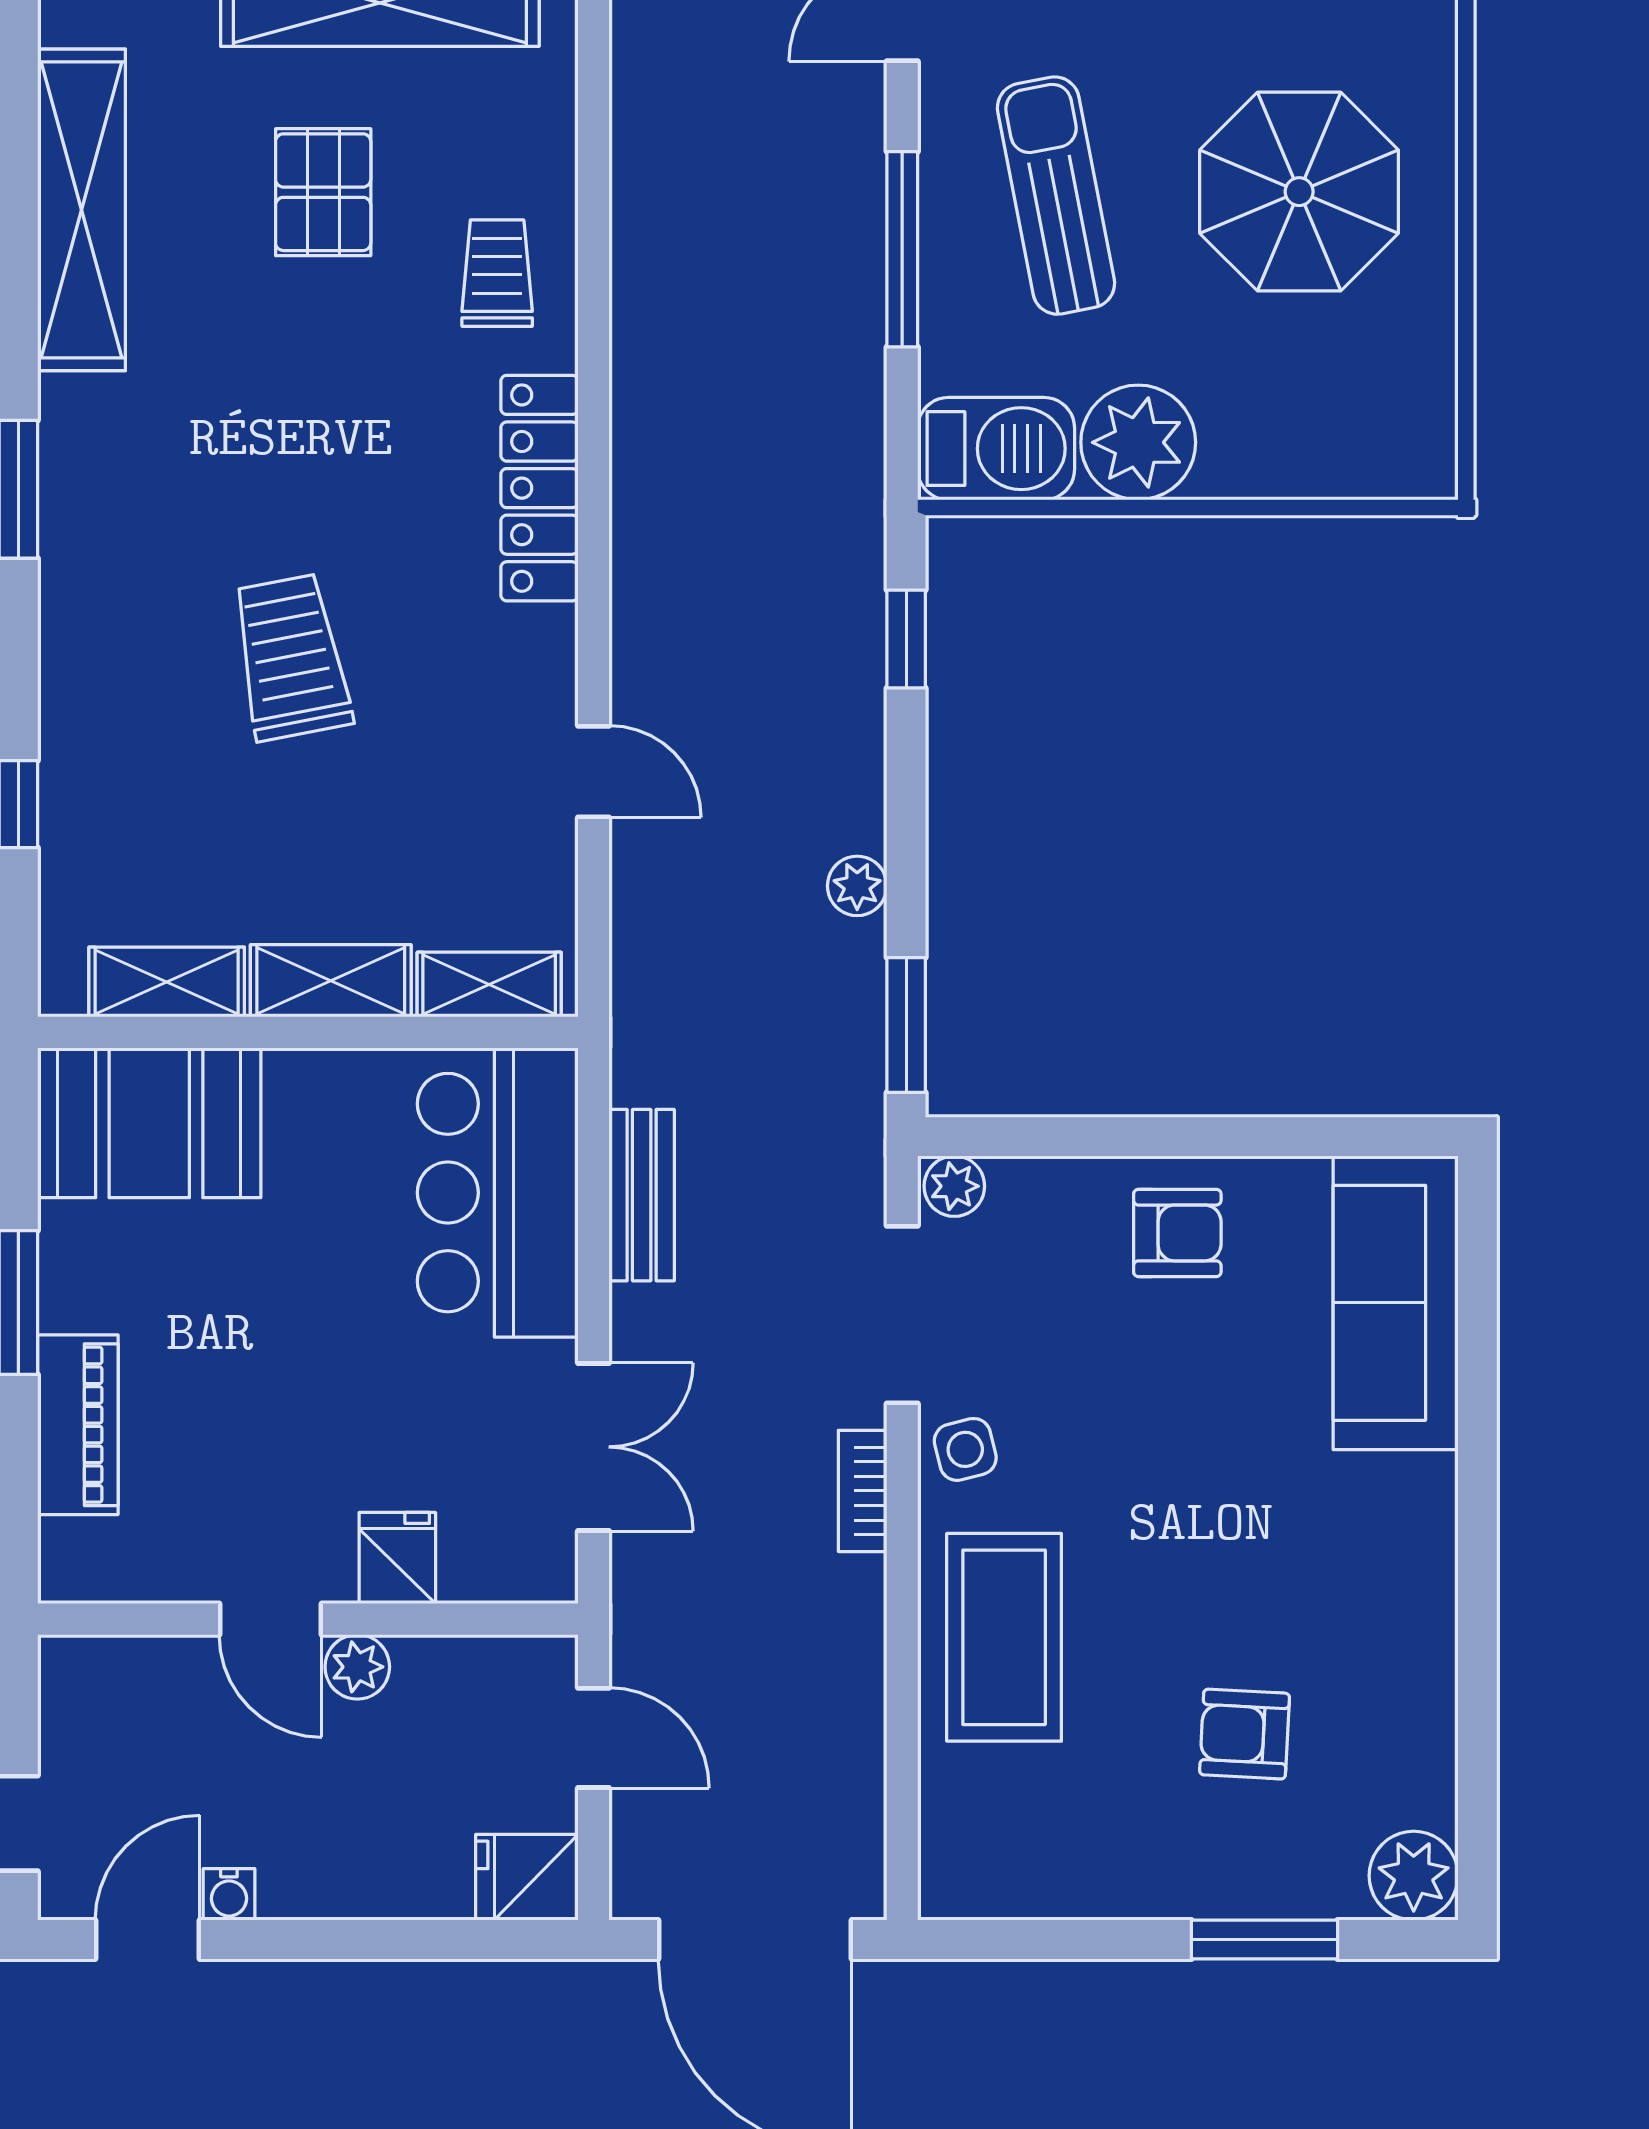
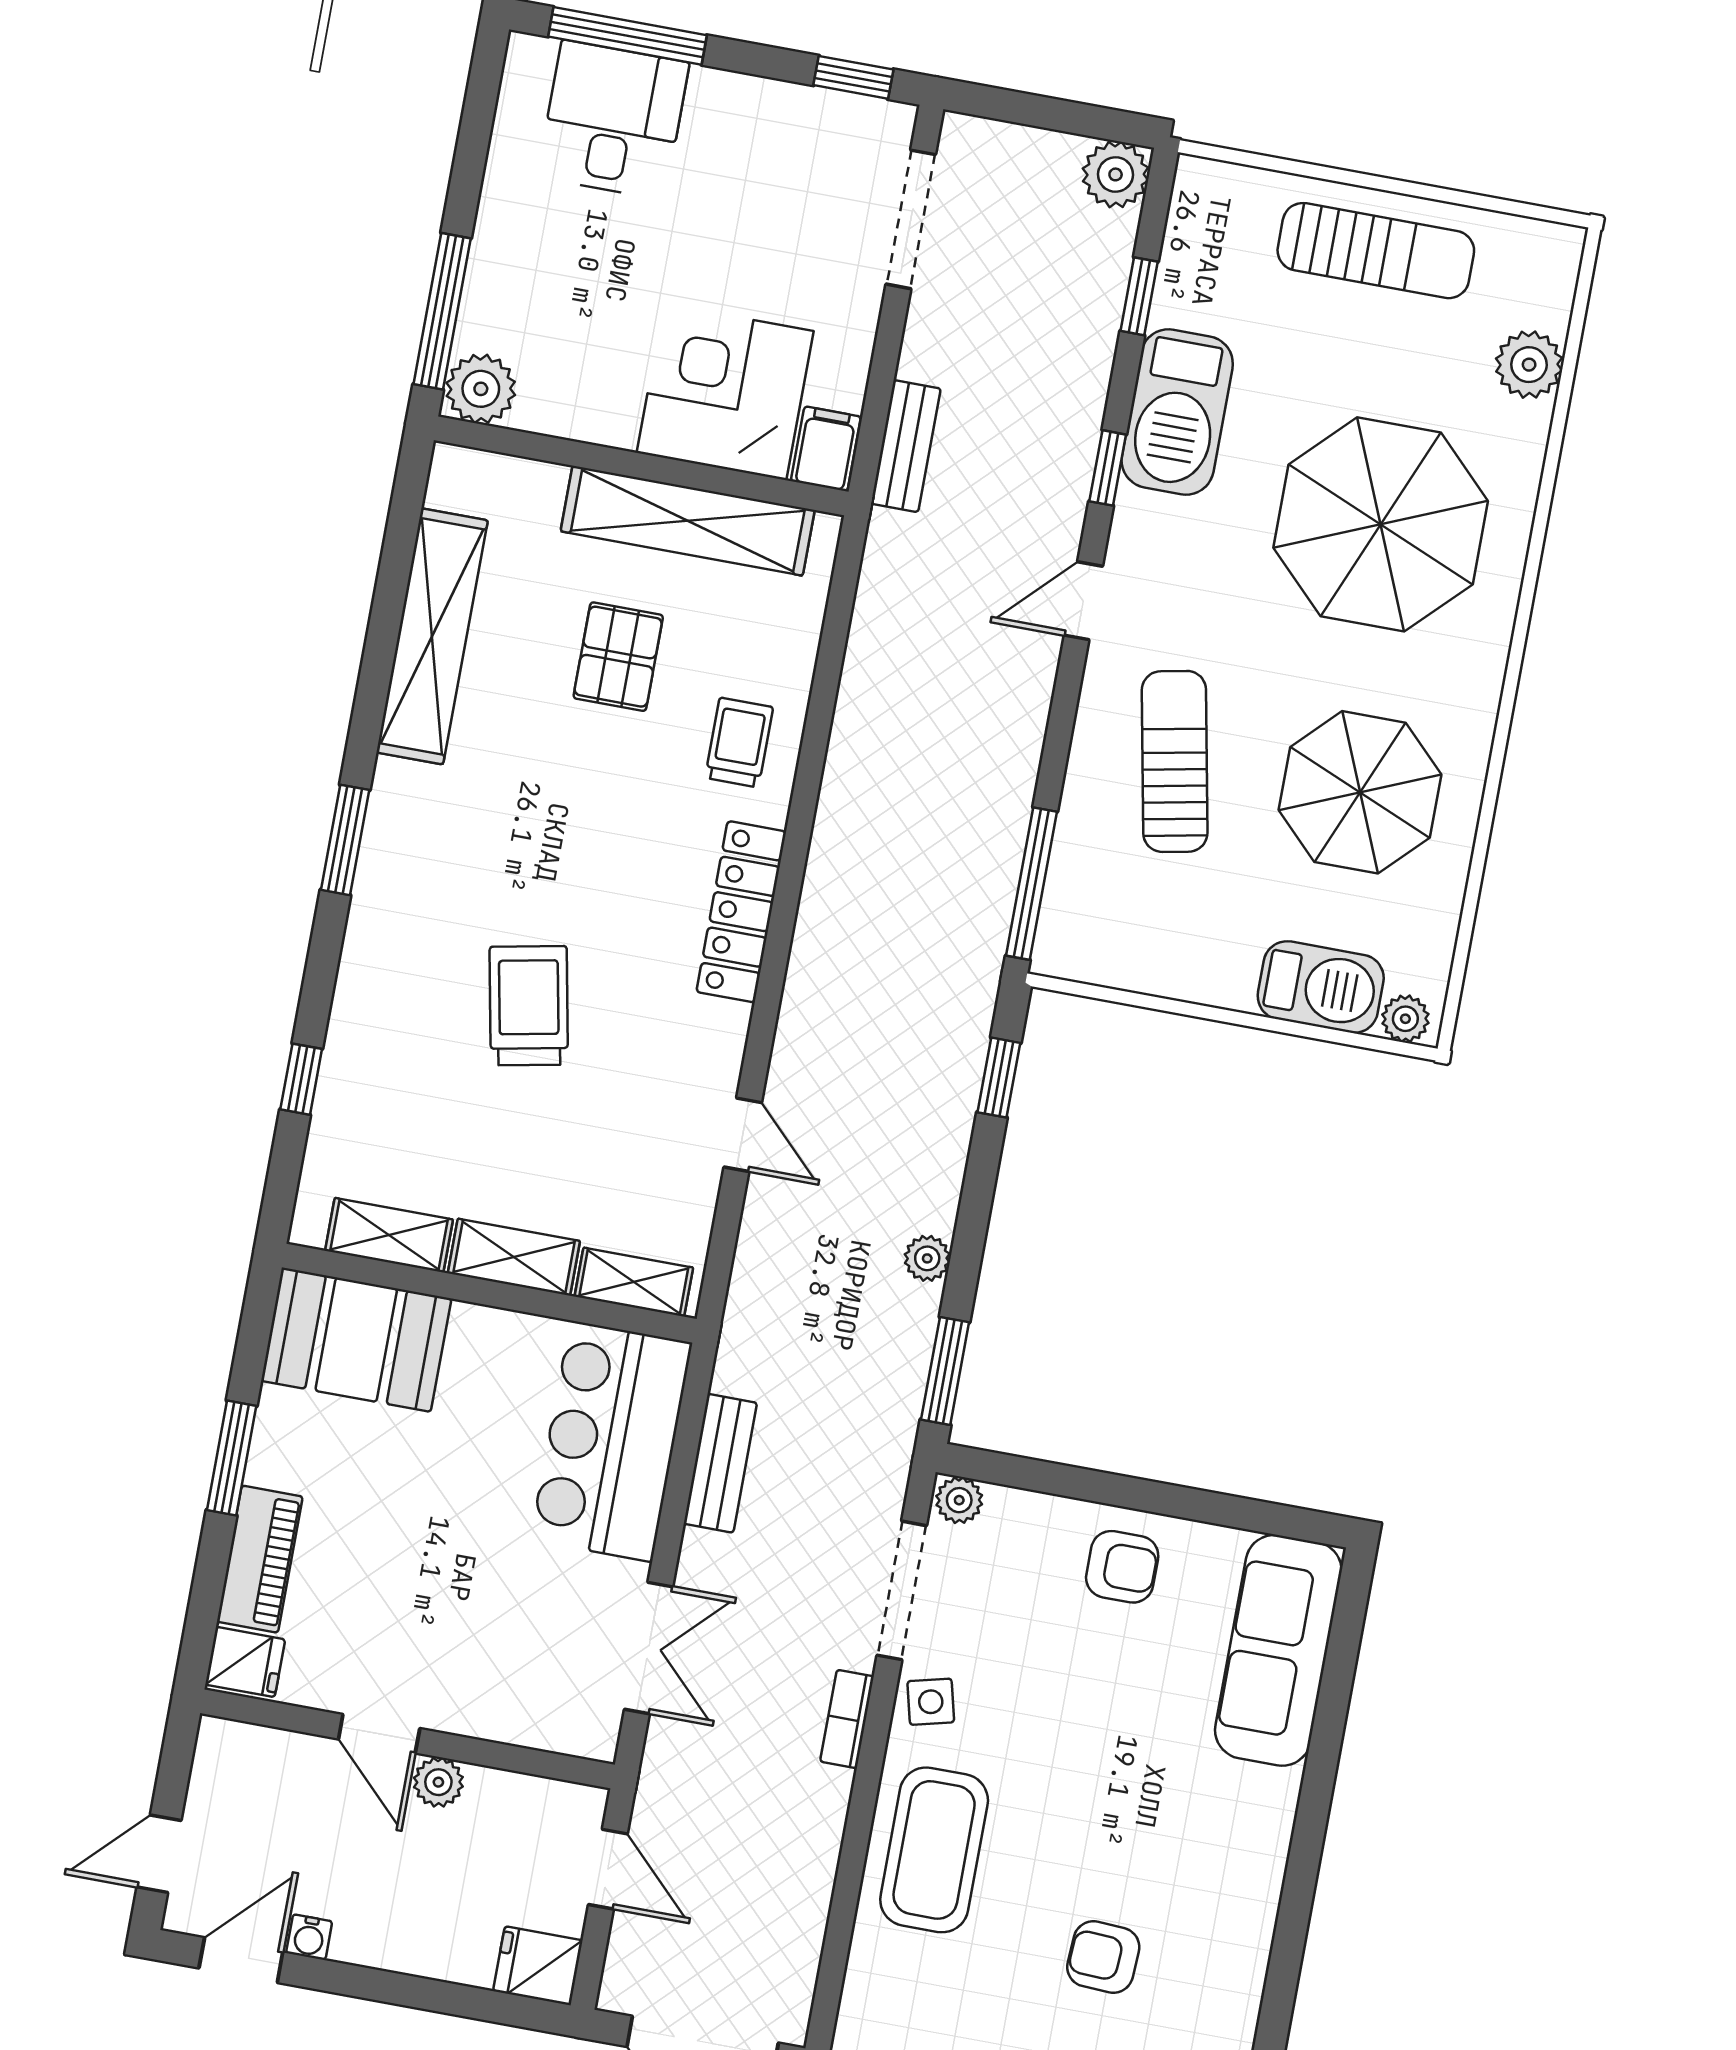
window: (902, 249) -> (1031, 884), moved
plant: (1138, 442) -> (1405, 1019), moved, width x0.53, depth x0.53
barbecue: (996, 449) -> (1321, 987), moved
fridge: (397, 1558) -> (245, 1662), moved, turned 90

